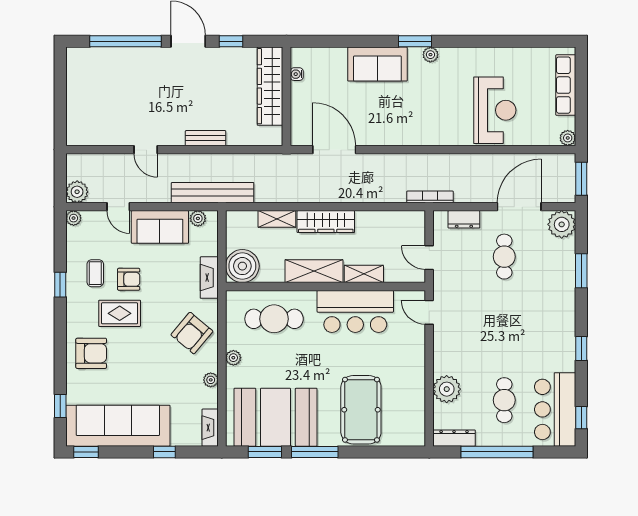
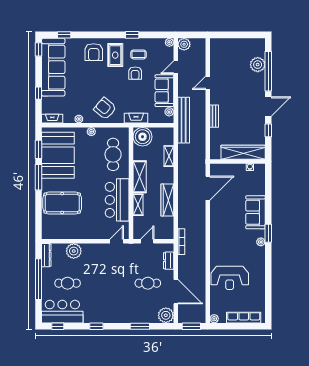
plant: (113, 60) -> (258, 65), added
wardrobe: (326, 222) -> (167, 200), moved
rug: (120, 313) -> (115, 55), moved

